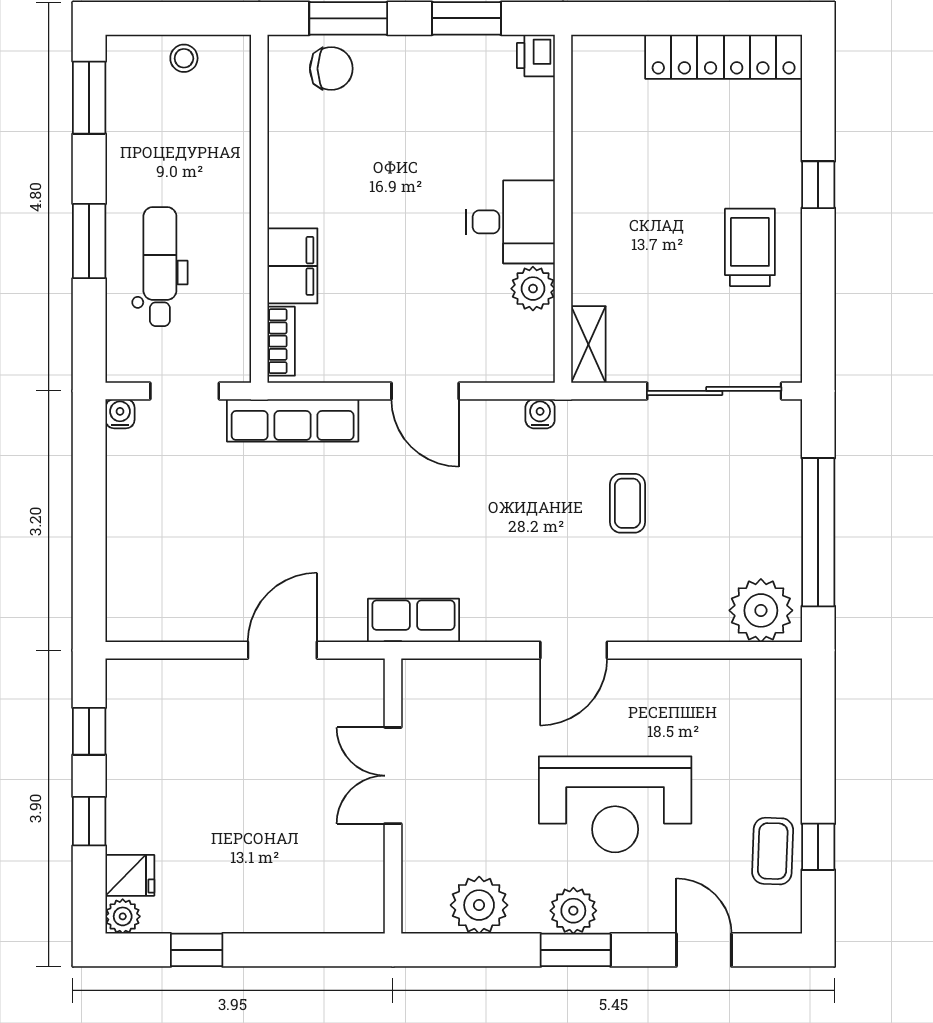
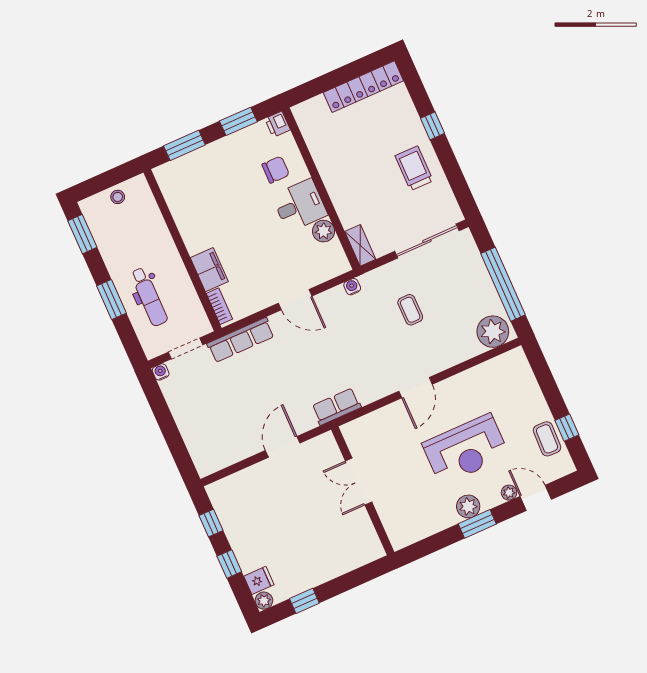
chair: (331, 69) -> (276, 170), moved
dental chair: (160, 267) -> (149, 297), turned 180
plant: (479, 905) -> (509, 493), moved, width x0.53, depth x0.53

